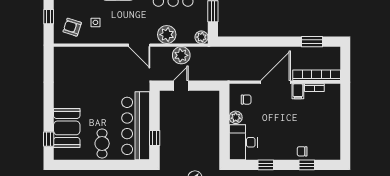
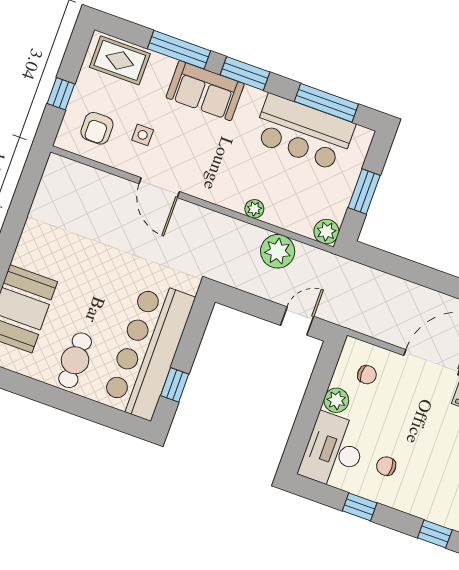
armchair: (72, 27) -> (97, 128), turned -108
plant: (167, 35) -> (254, 209), width x0.53, depth x0.53
door: (139, 45) -> (159, 188), moved
door: (181, 86) -> (297, 321), moved
chair: (302, 151) -> (386, 466), moved

